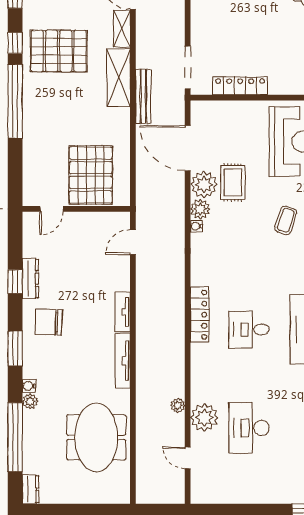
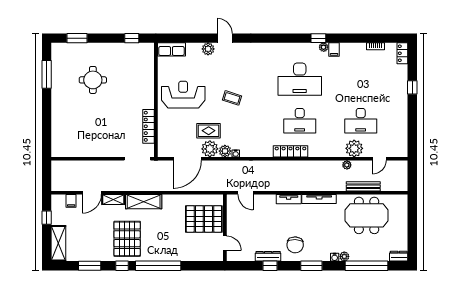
bench: (143, 96) -> (363, 186), moved
desk: (249, 330) -> (300, 121), width x1.37

